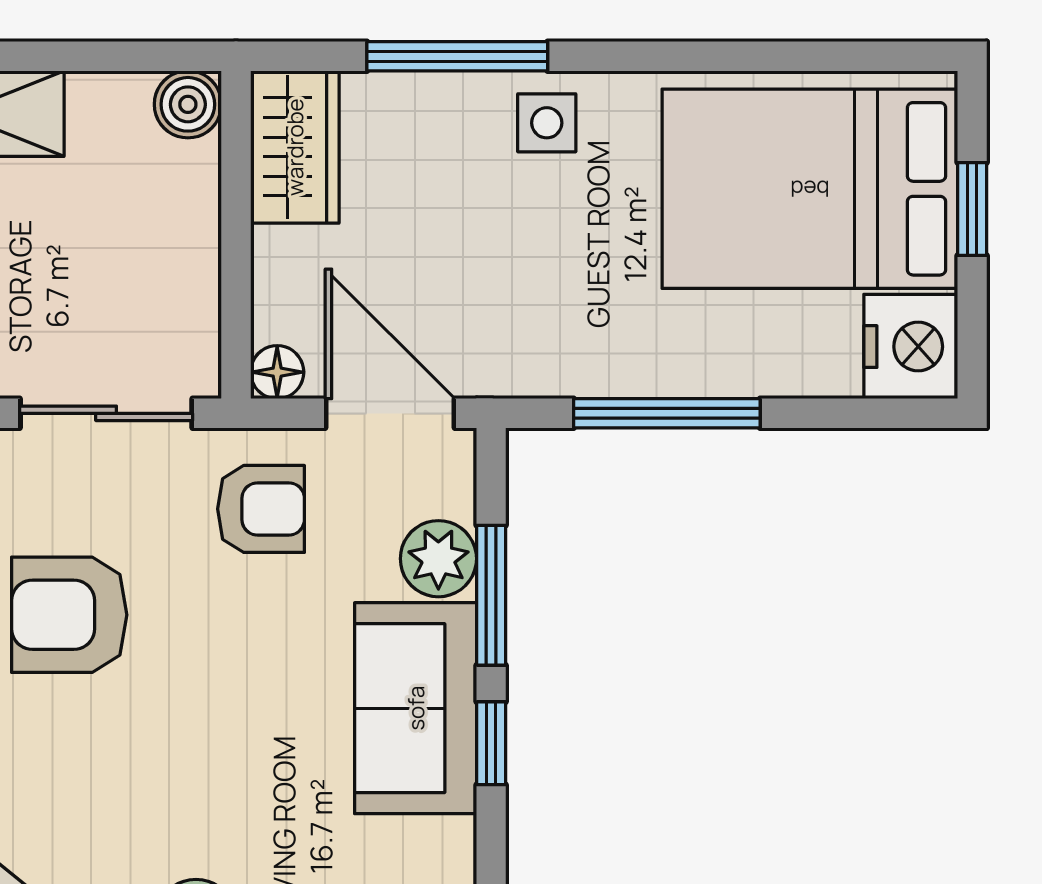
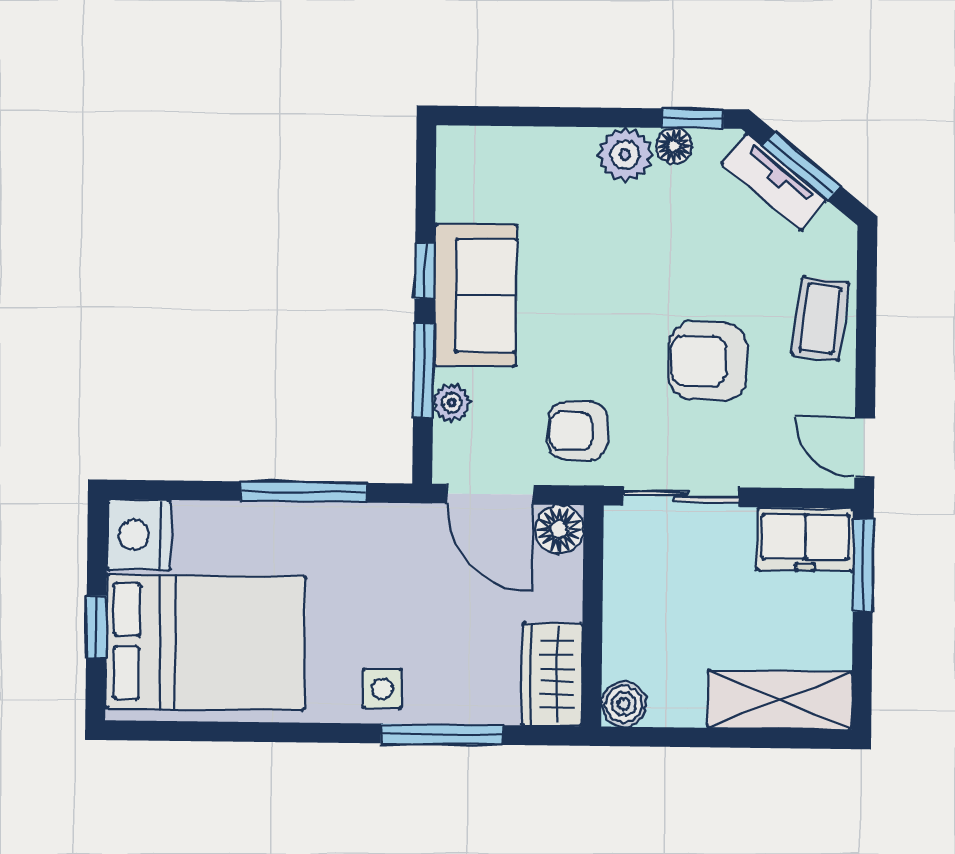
floor lamp: (277, 372) -> (559, 529), width x1.37, depth x1.37
plant: (438, 559) -> (452, 403), width x0.73, depth x0.73
armchair: (69, 615) -> (708, 361), turned 180

